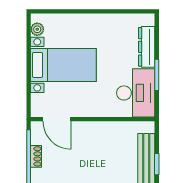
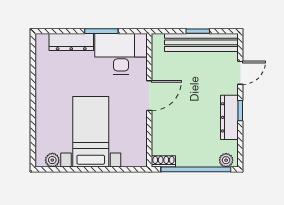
door: (57, 119) -> (149, 96), moved
shoe rack: (36, 156) -> (163, 161), moved

